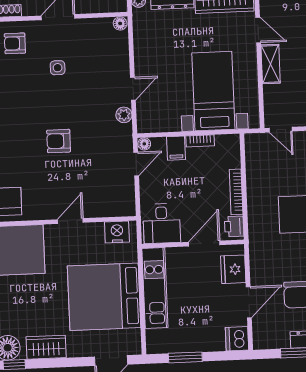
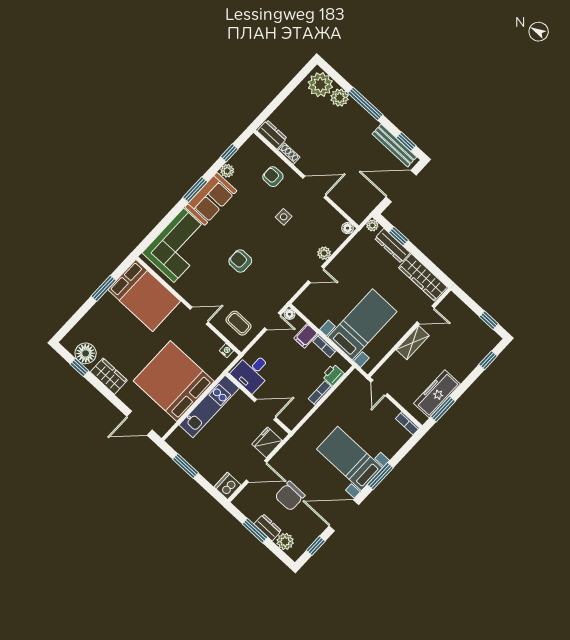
door: (258, 30) -> (426, 315), hinge flipped
plant: (124, 115) -> (324, 253), moved
bookcase: (236, 192) -> (320, 393), width x0.64
coffee table: (109, 194) -> (238, 323), added
printer: (234, 226) -> (333, 375), moved
nightstand: (117, 232) -> (226, 351), width x0.53, depth x0.56

